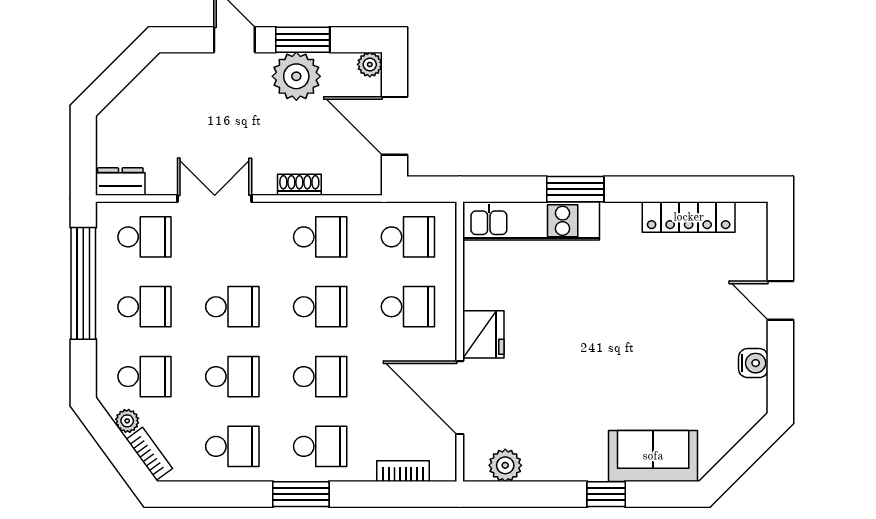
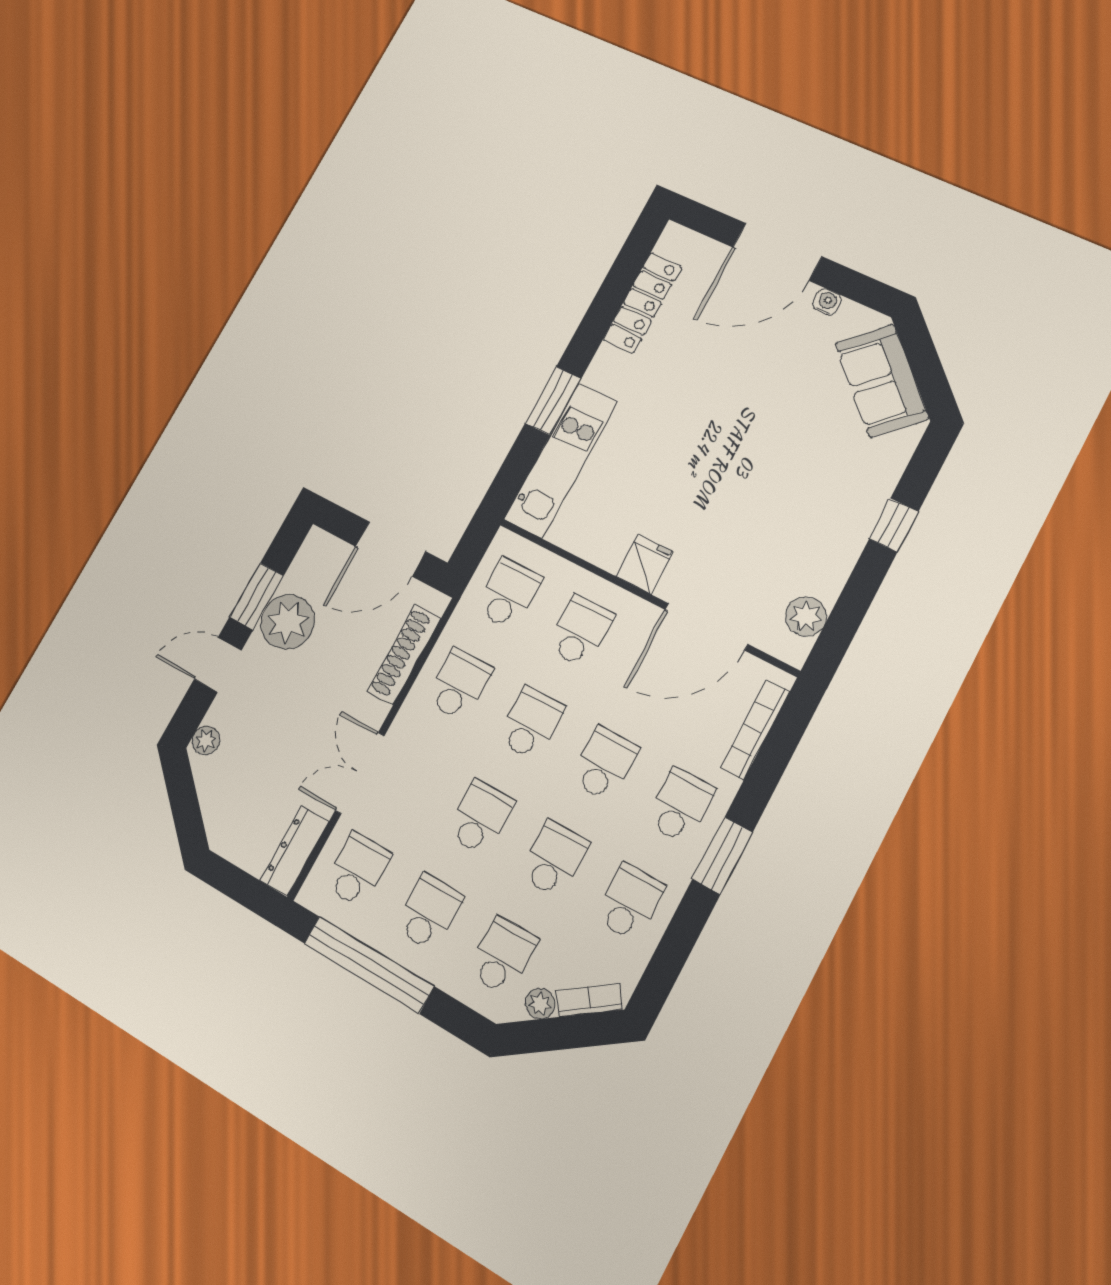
plant: (370, 64) -> (206, 740), moved
dresser: (120, 182) -> (294, 851), width x1.44
shoe rack: (299, 185) -> (404, 655), width x1.94, depth x1.24
door: (780, 300) -> (777, 252), width x1.87
fridge: (483, 334) -> (645, 564), width x0.72
water cooler: (753, 363) -> (827, 302), width x0.72, depth x0.72
sofa: (653, 456) -> (882, 381), moved, turned -45
bookcase: (403, 471) -> (755, 730), width x1.56

